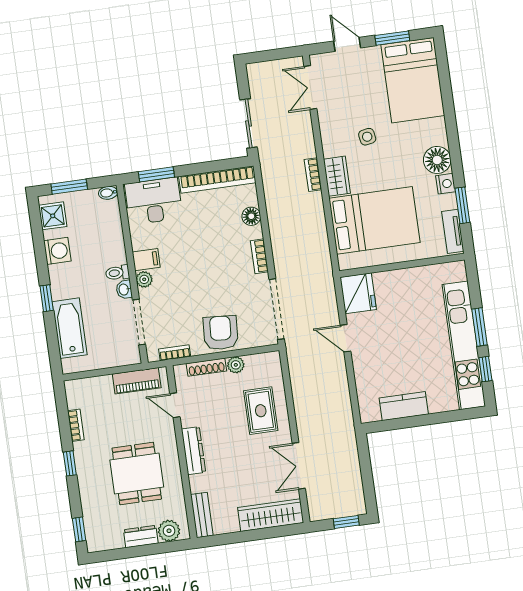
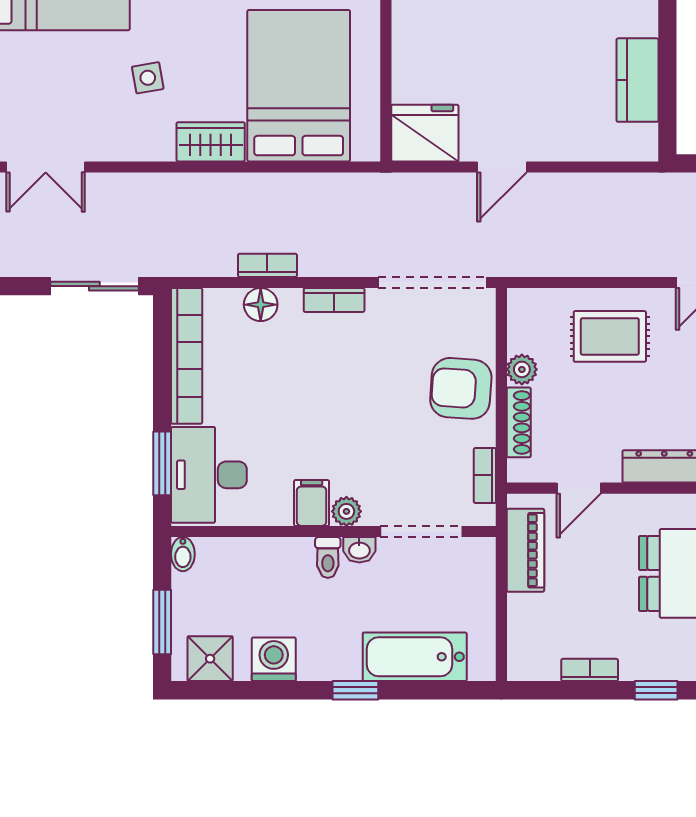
bookcase: (313, 175) -> (267, 265), moved, turned 180

